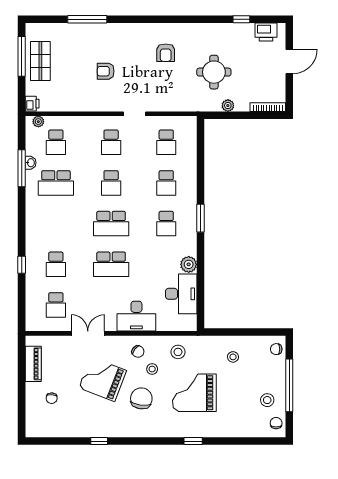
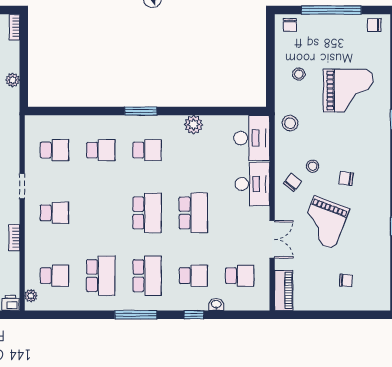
bookcase: (89, 107) -> (14, 238), added
bookcase: (268, 107) -> (14, 27), width x0.64
washbasin: (31, 163) -> (216, 304), moved
window: (22, 168) -> (136, 315), moved
school desk: (111, 183) -> (147, 276), moved, width x1.85
desk: (181, 294) -> (252, 138), moved, turned 90
double door: (88, 333) -> (272, 239), swing flipped
stool: (178, 352) -> (290, 123), moved
piano: (33, 364) -> (284, 290), moved, turned 90
grand piano: (194, 393) -> (348, 91), moved, turned -90
chair: (141, 398) -> (346, 178), width x0.54, depth x0.54
stool: (267, 400) -> (348, 35), removed

